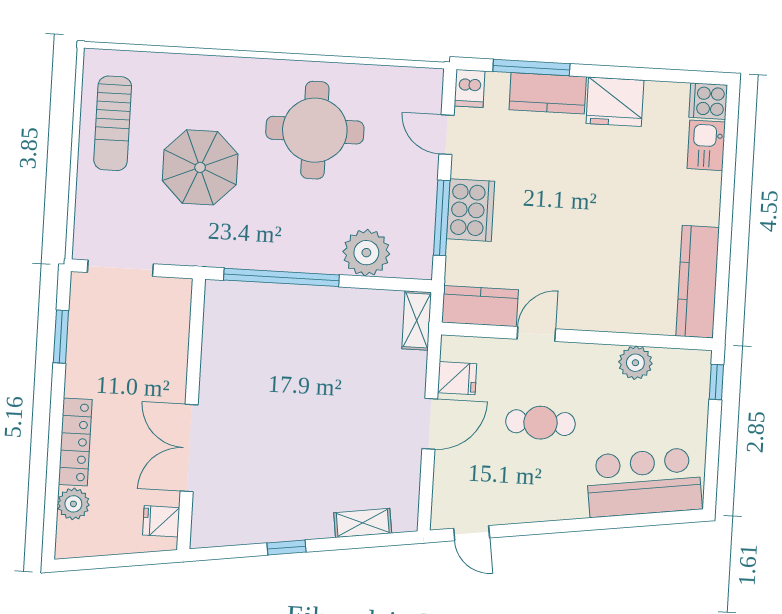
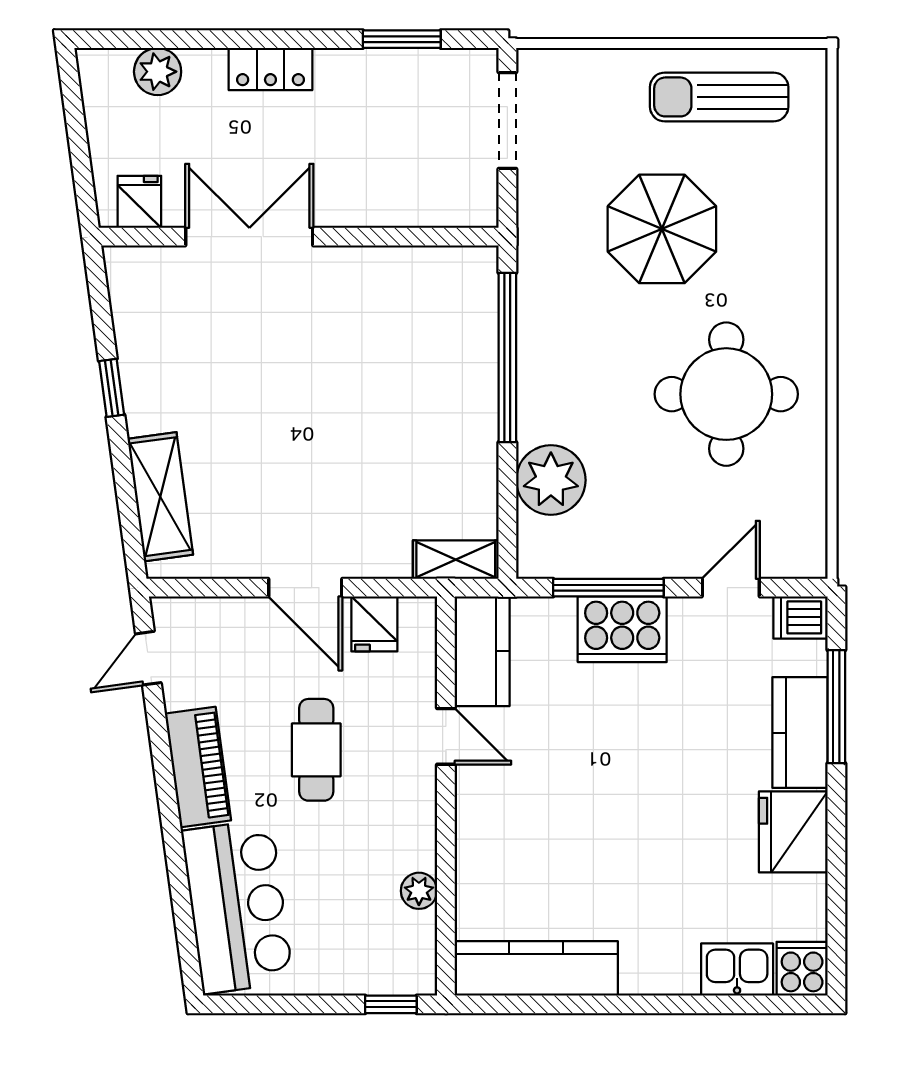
plant: (635, 363) -> (419, 891), width x0.73, depth x0.73
locker: (75, 442) -> (270, 69), width x0.66
piano: (548, 504) -> (198, 767), added
shelving: (363, 523) -> (160, 497), width x1.50, depth x1.33

